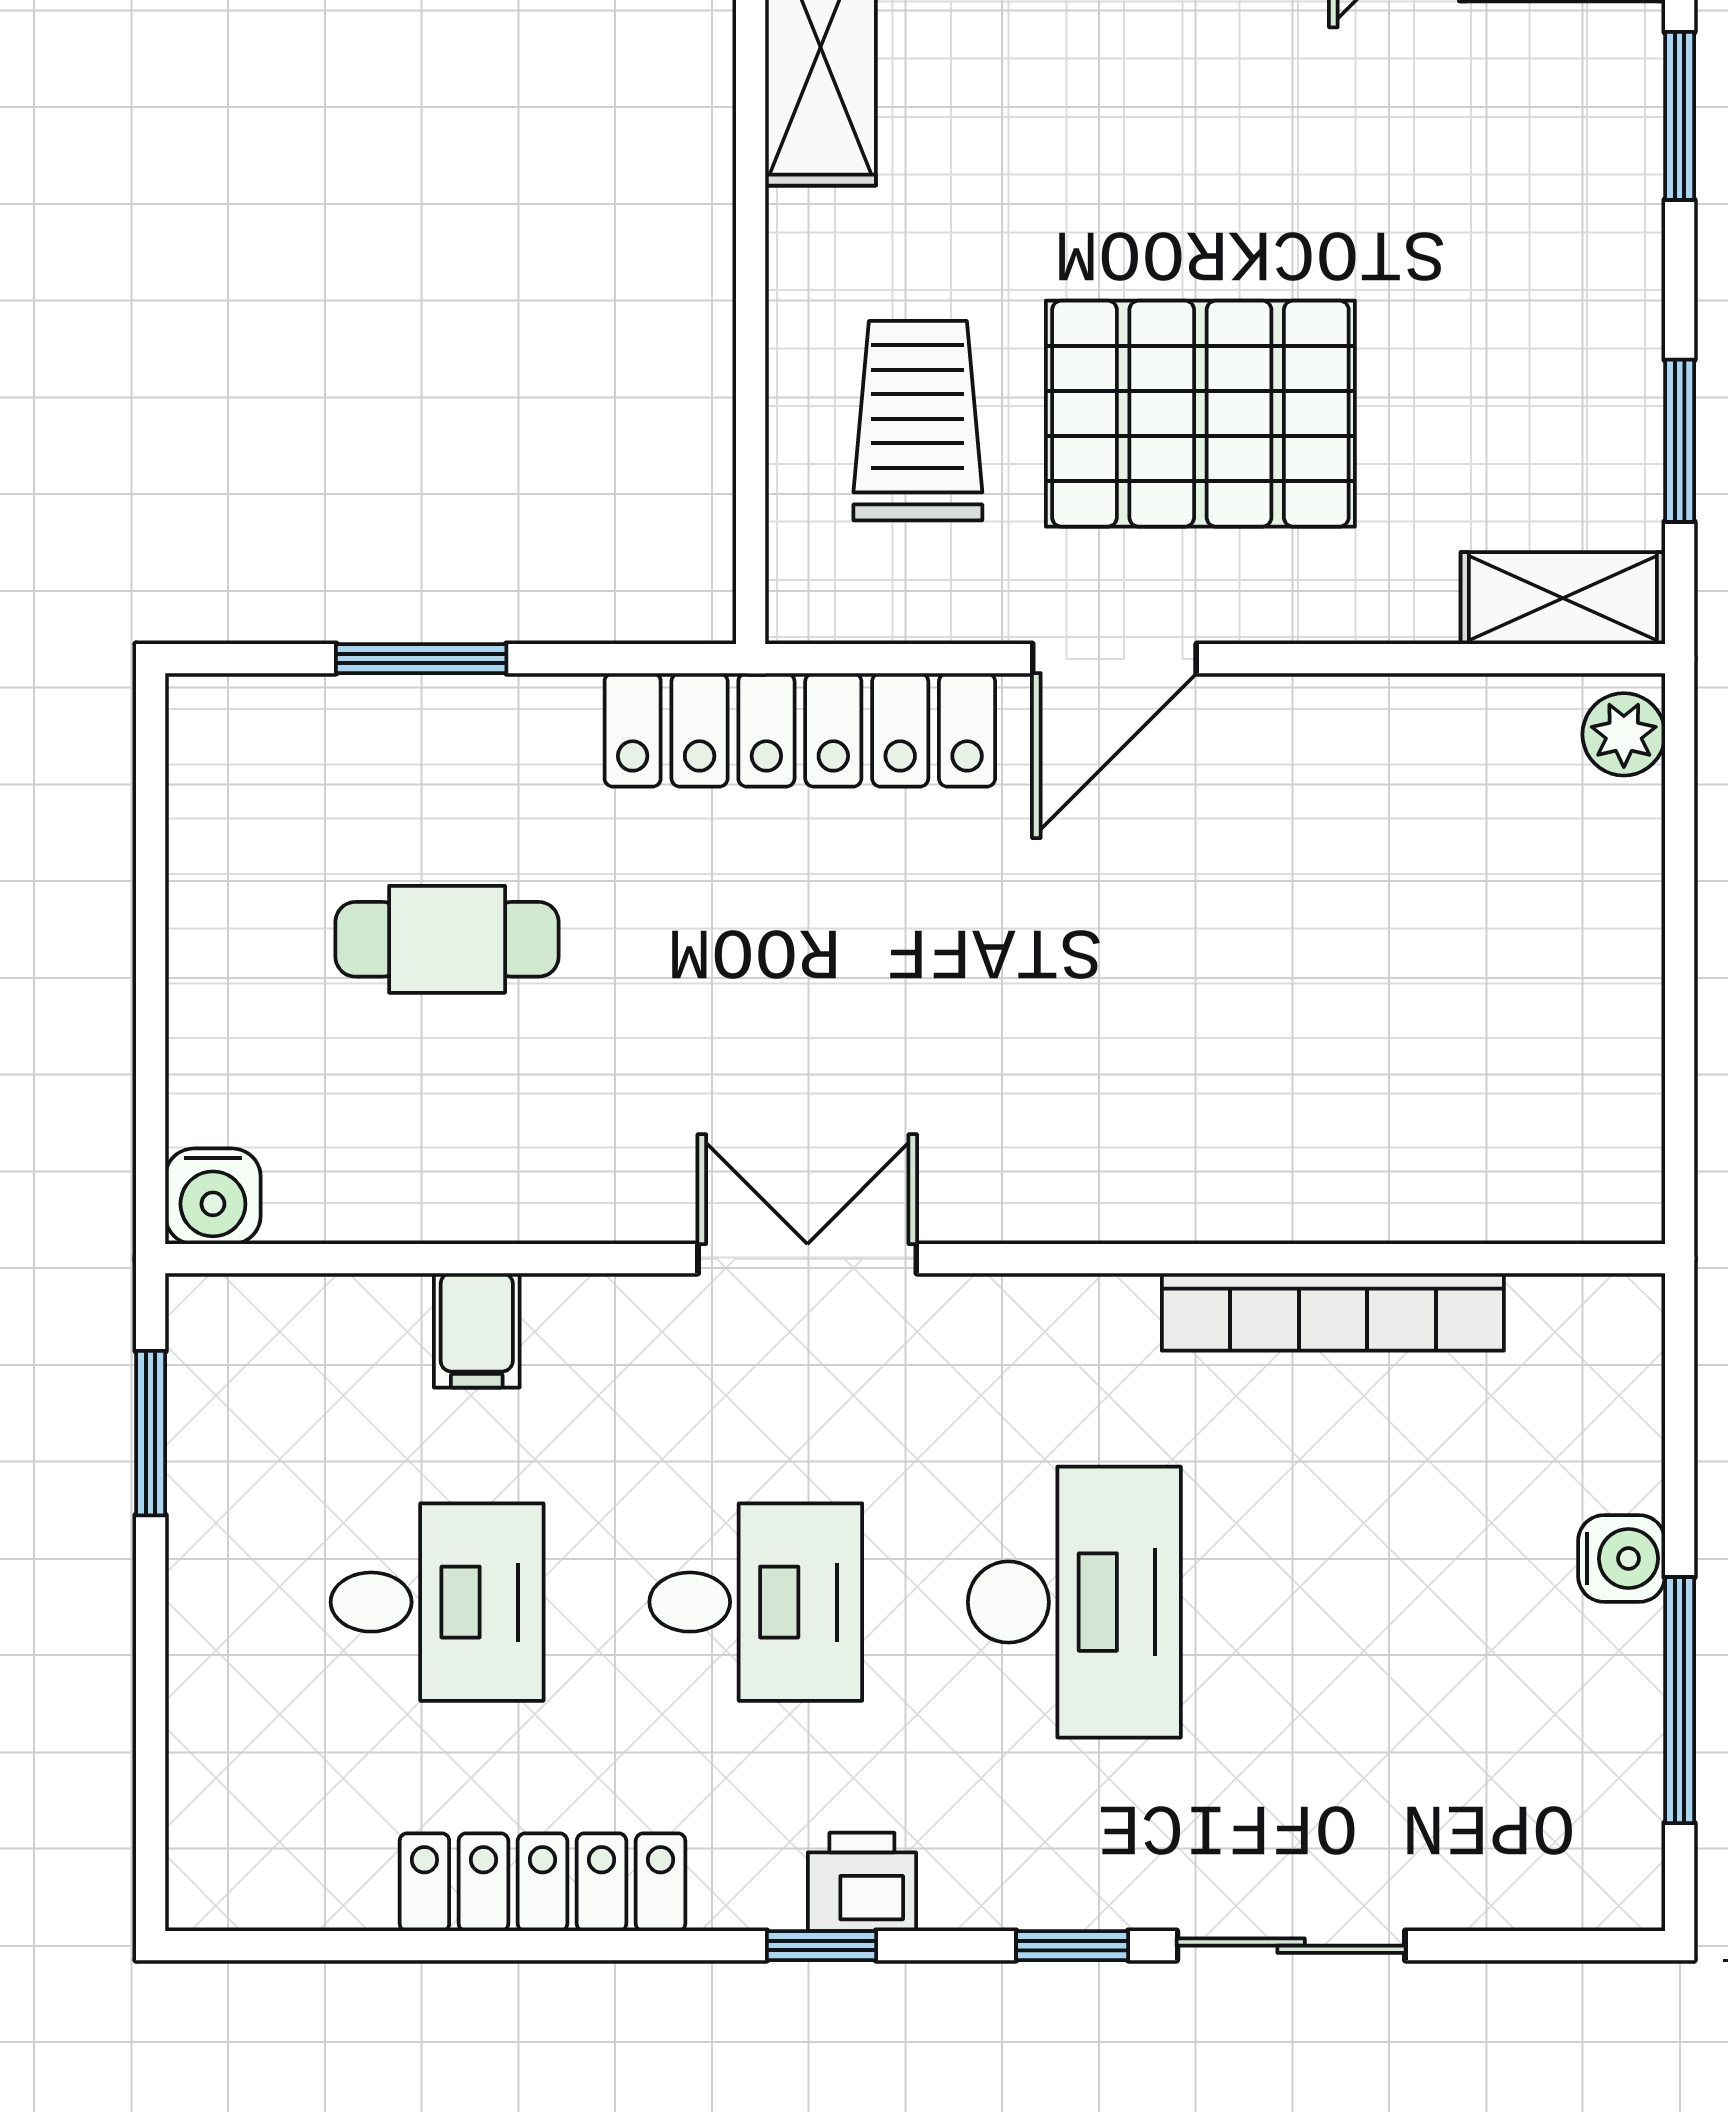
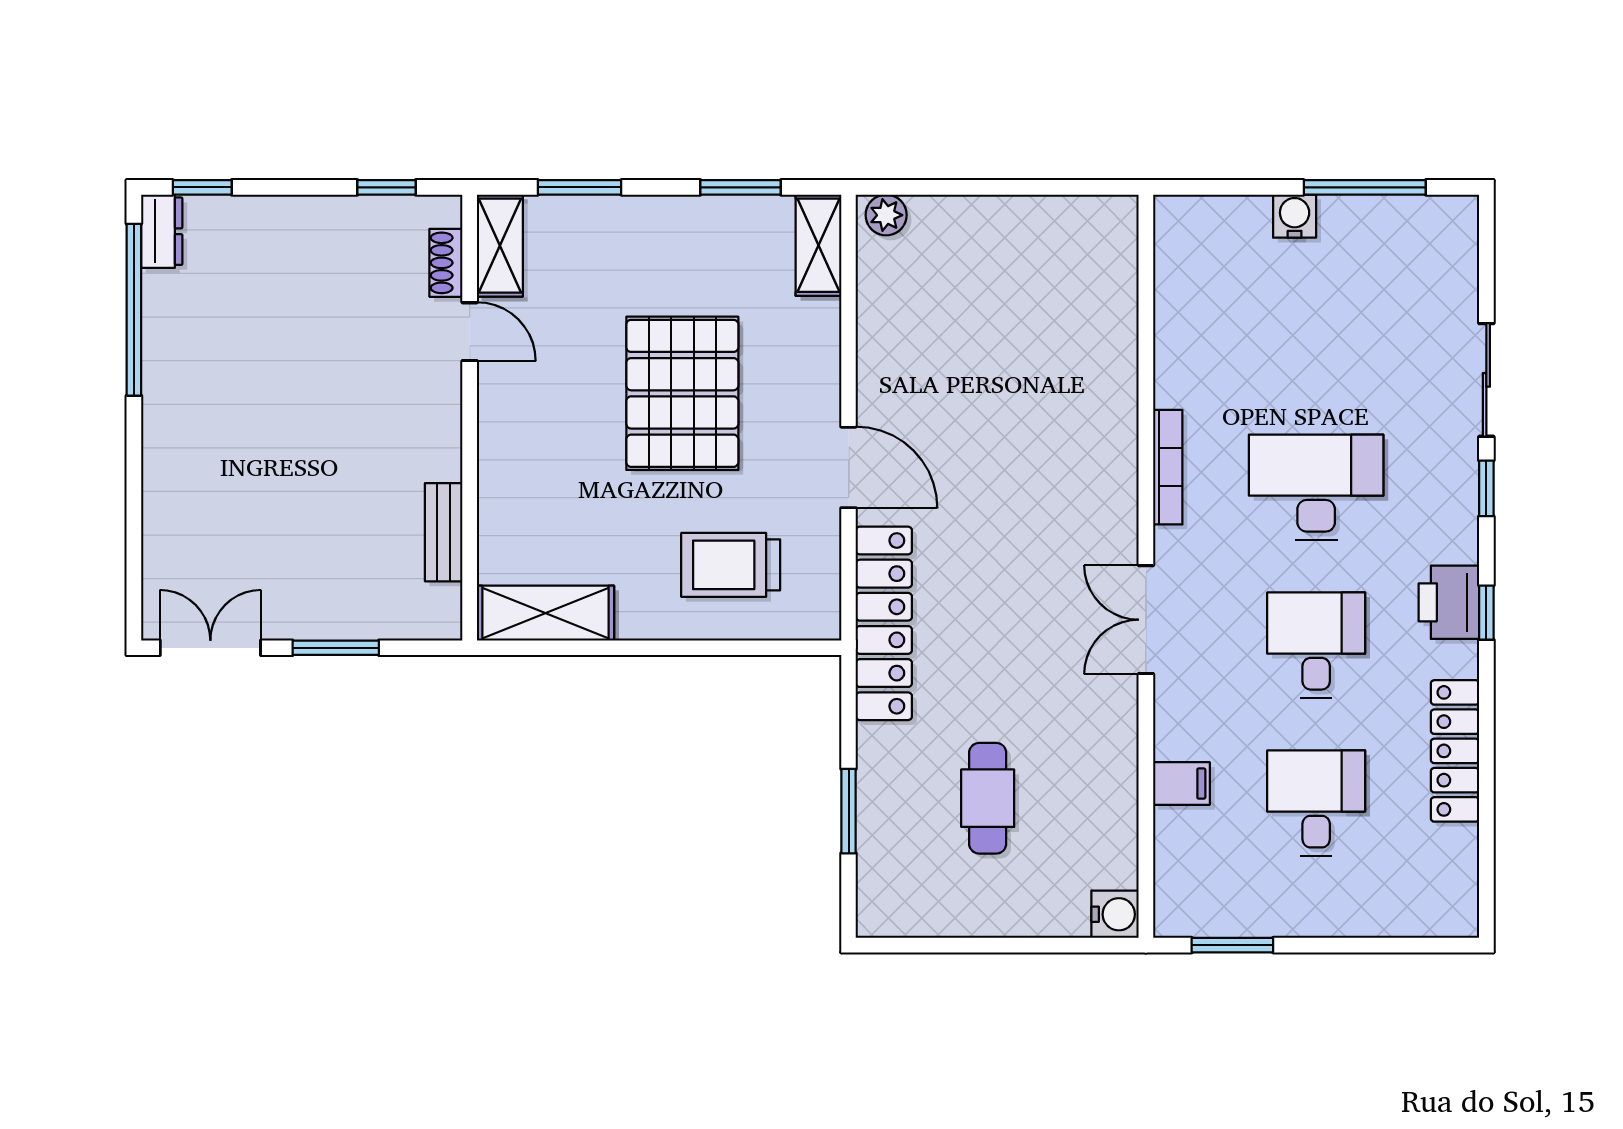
pallet: (1200, 414) -> (682, 393), moved
bookcase: (1333, 1312) -> (1168, 467), moved, width x0.68, depth x0.76
printer: (862, 1882) -> (1449, 602), width x1.36, depth x1.24

